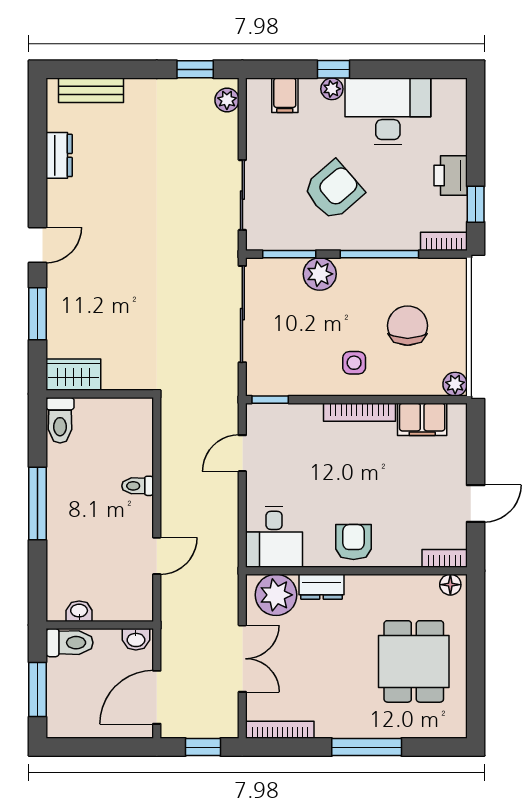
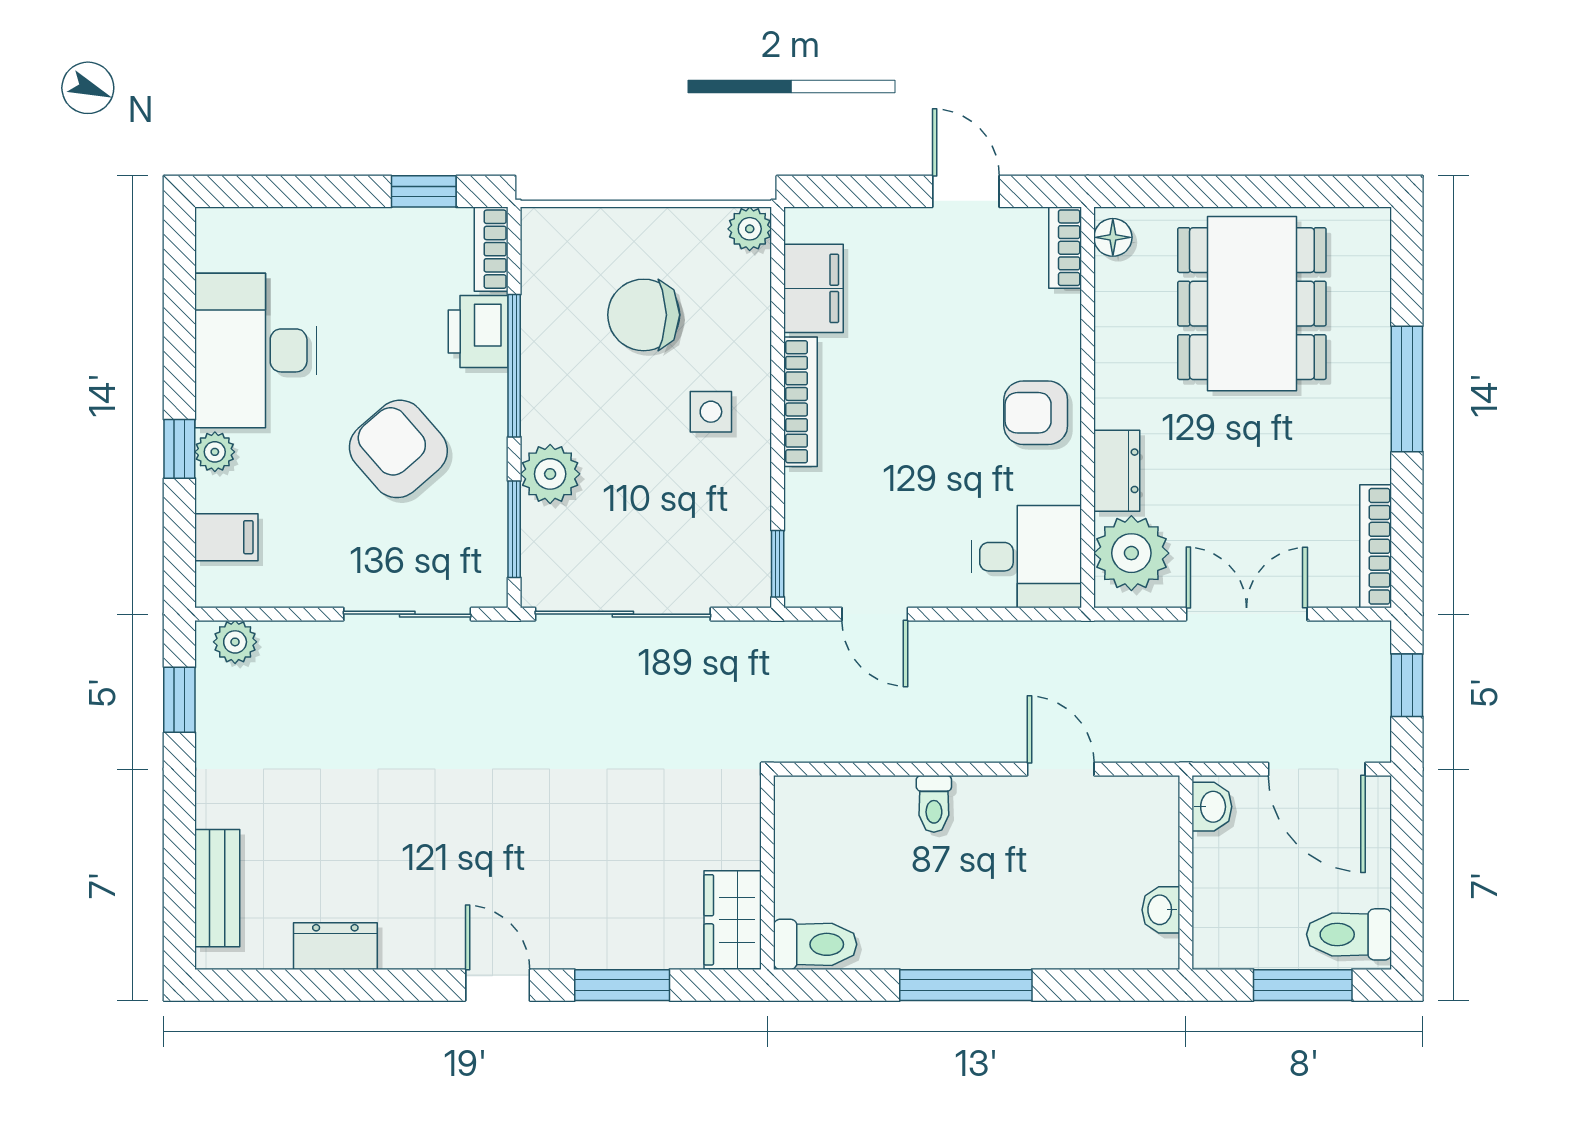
printer: (451, 176) -> (478, 332), moved, turned 90
toilet: (69, 643) -> (1349, 934), moved, turned -90
dining table: (414, 661) -> (1252, 304), width x1.38

